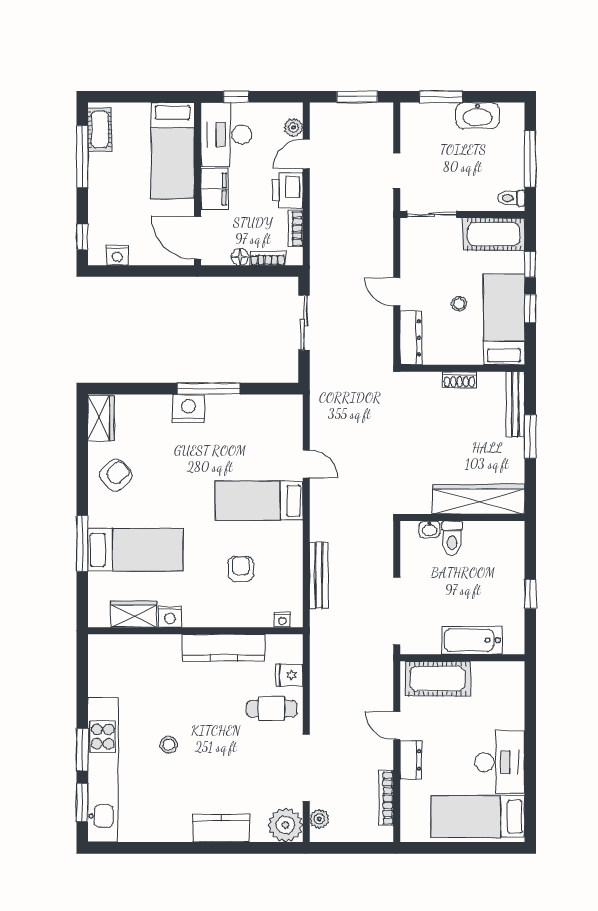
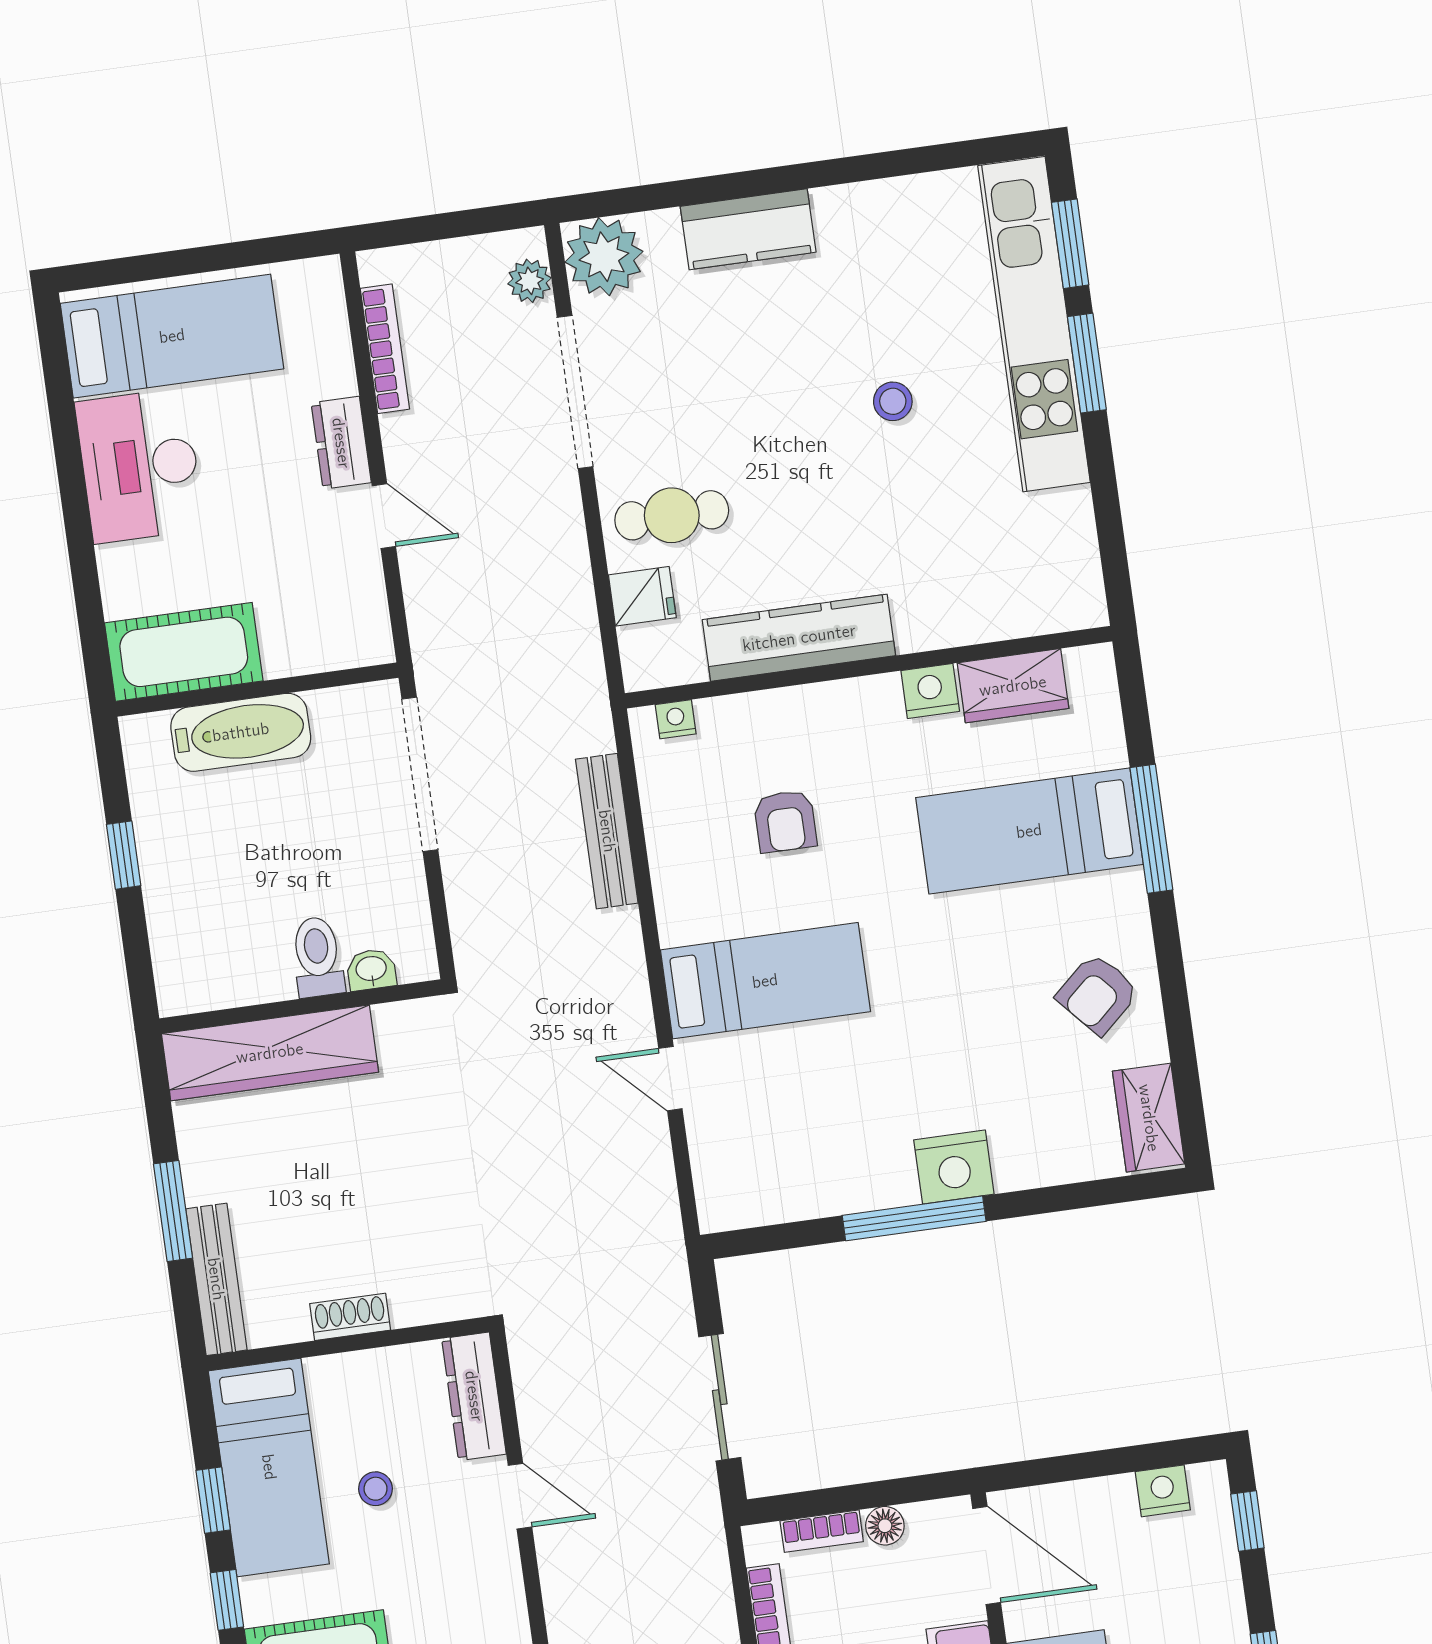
cot: (438, 679) -> (184, 652), moved

